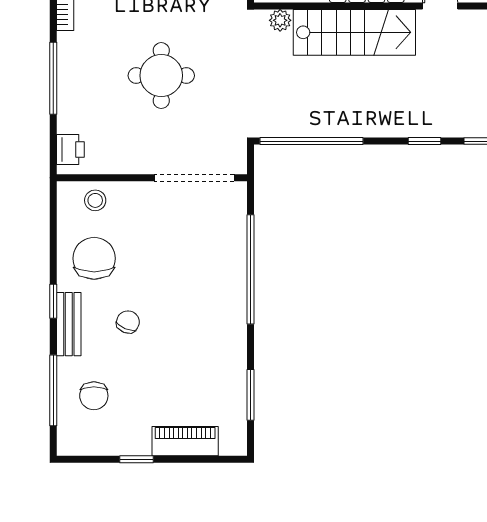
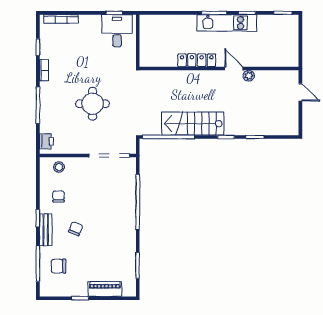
plant: (280, 20) -> (249, 76), moved
stairs: (354, 32) -> (193, 124), moved, turned 180
chair: (94, 258) -> (59, 196), width x0.54, depth x0.54
chair: (94, 396) -> (58, 266), turned 90

